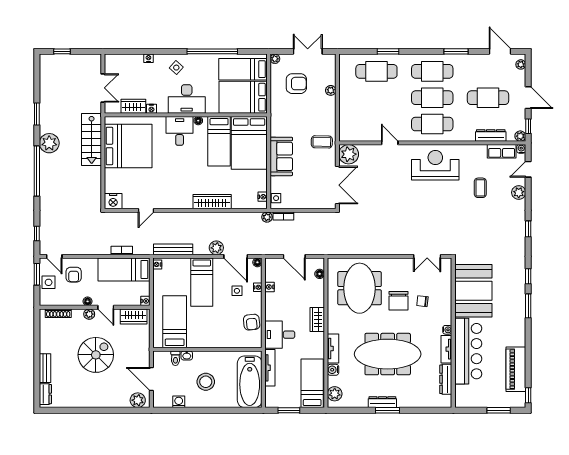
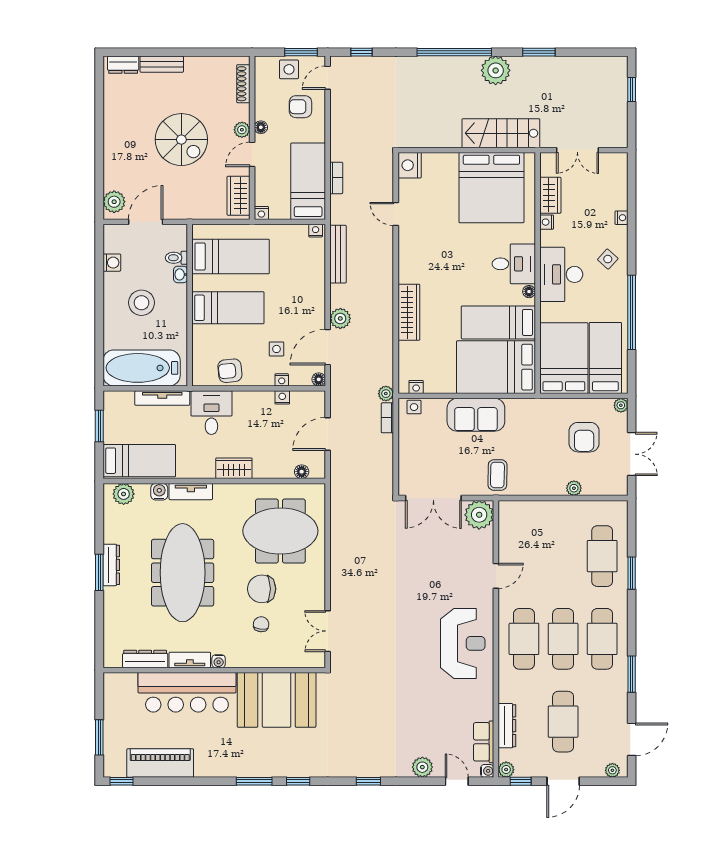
coffee table: (480, 188) -> (429, 710), removed
bed: (202, 282) -> (228, 308), moved, turned 180

